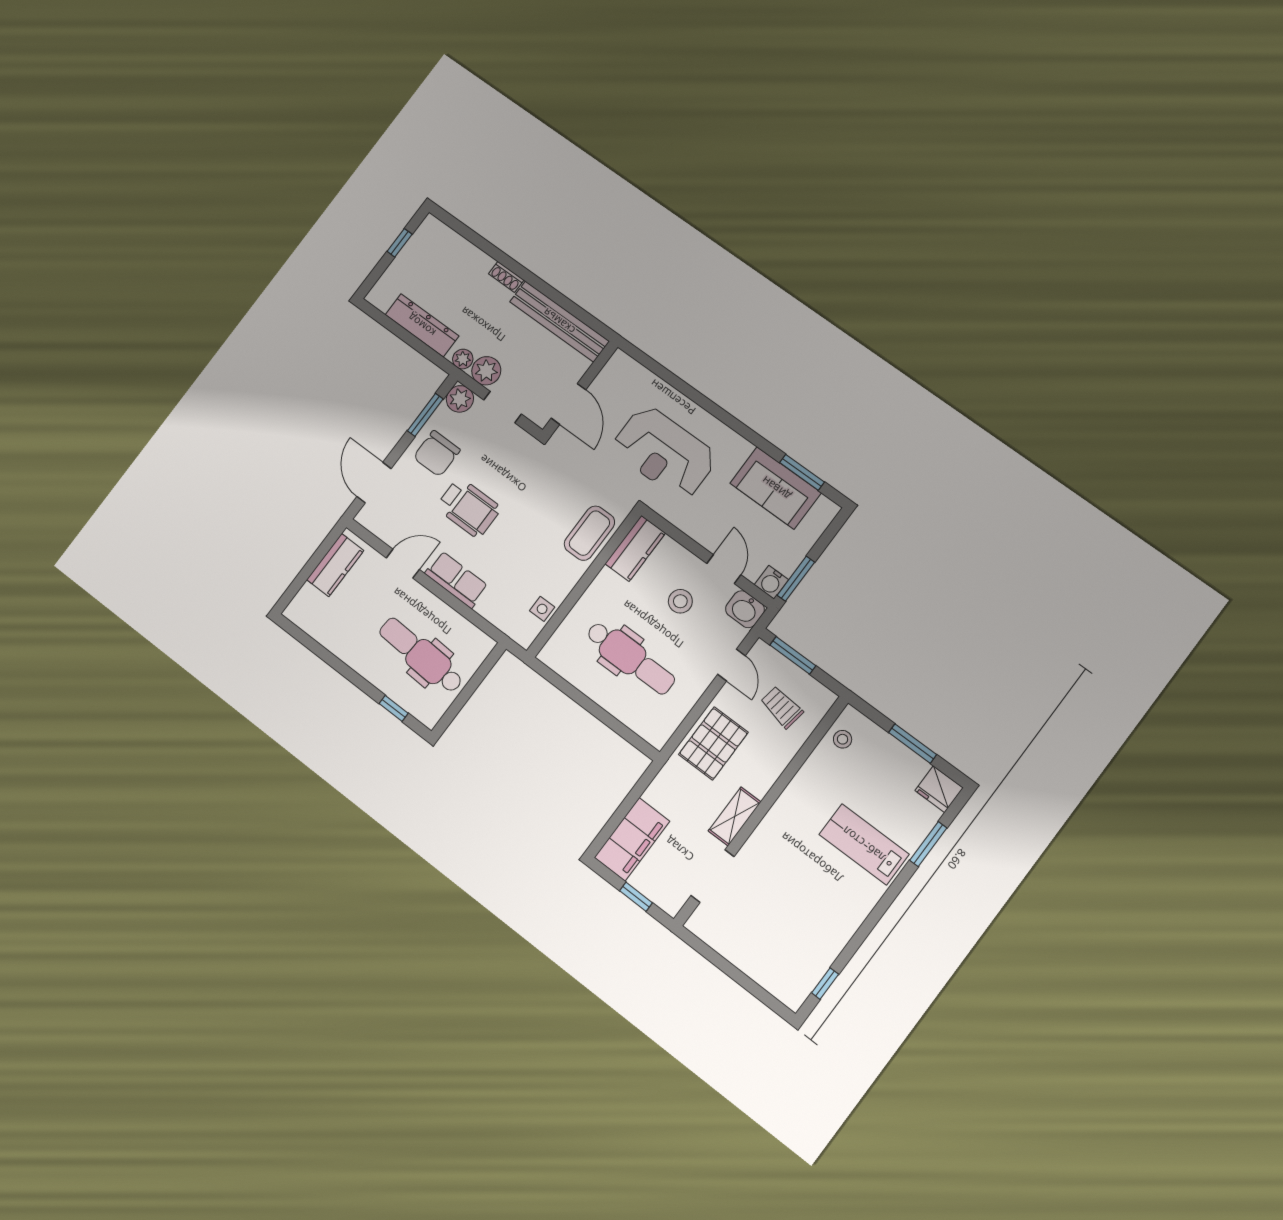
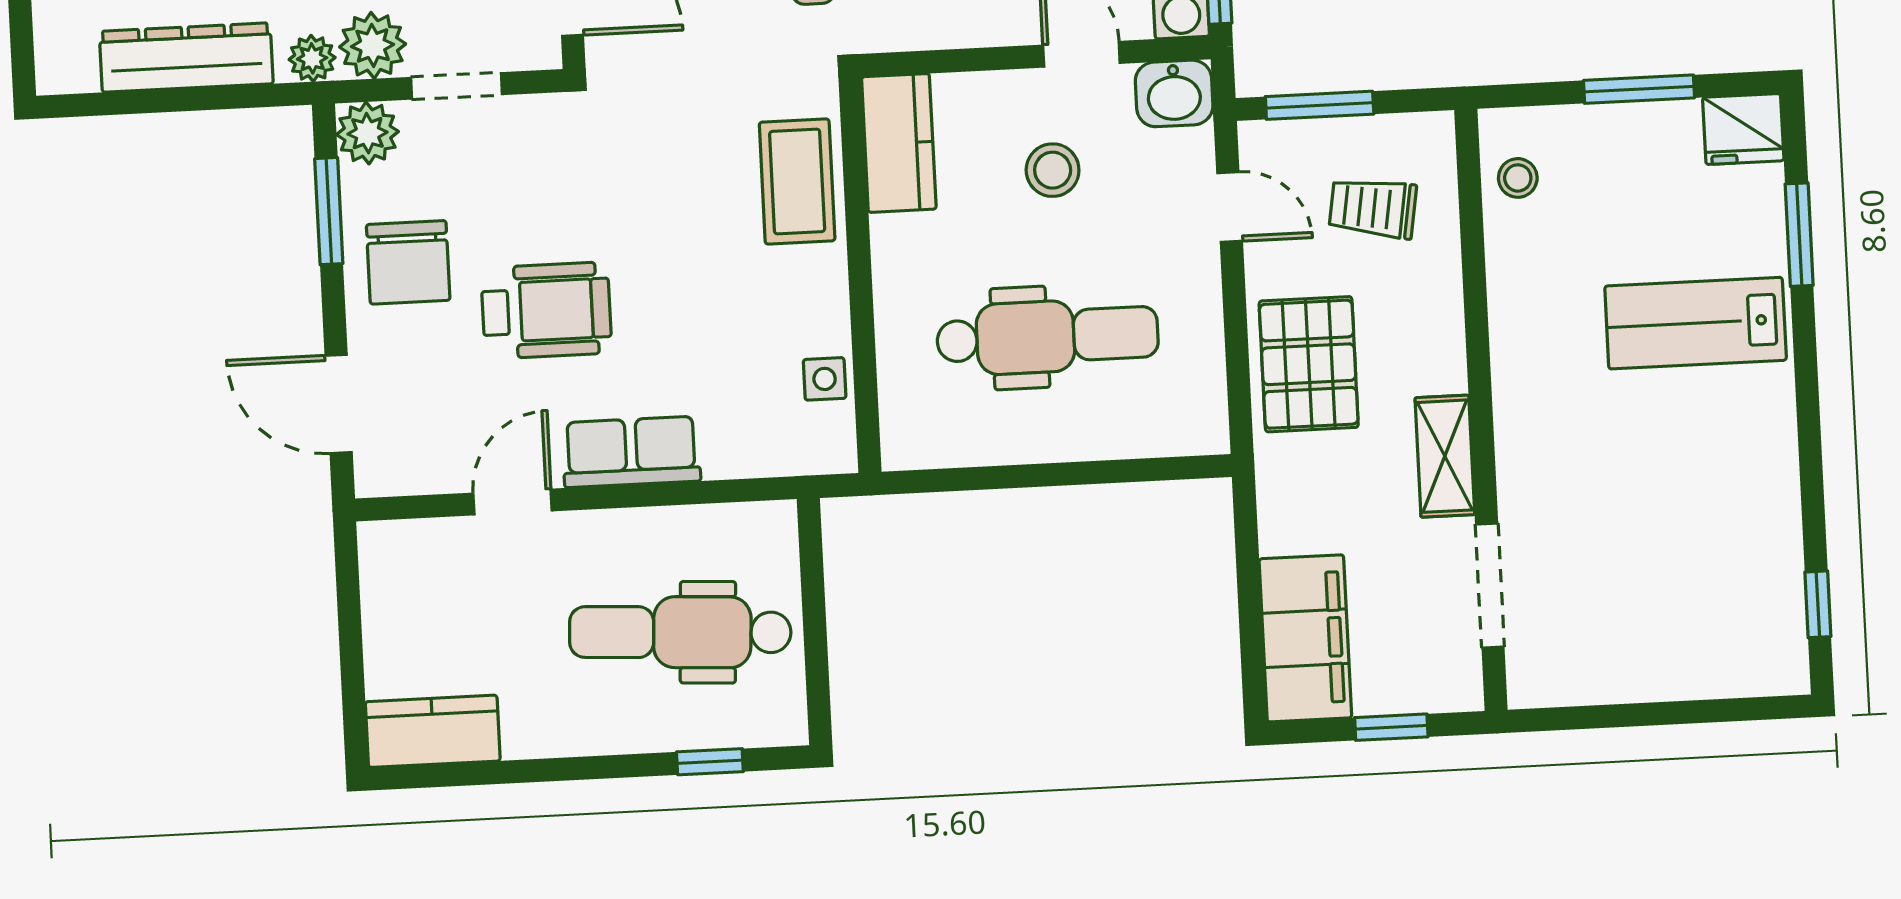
kitchen counter: (335, 565) -> (433, 731), moved, turned -90

